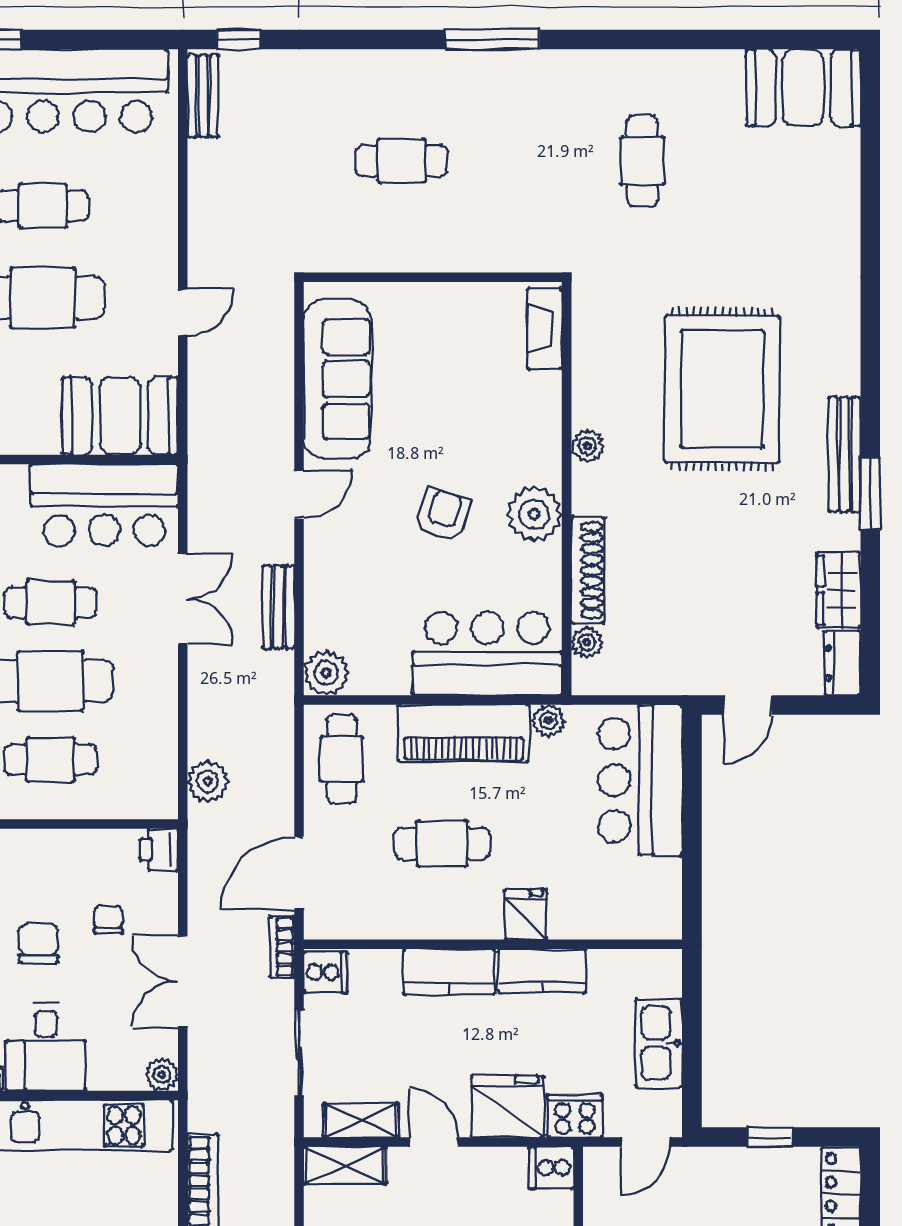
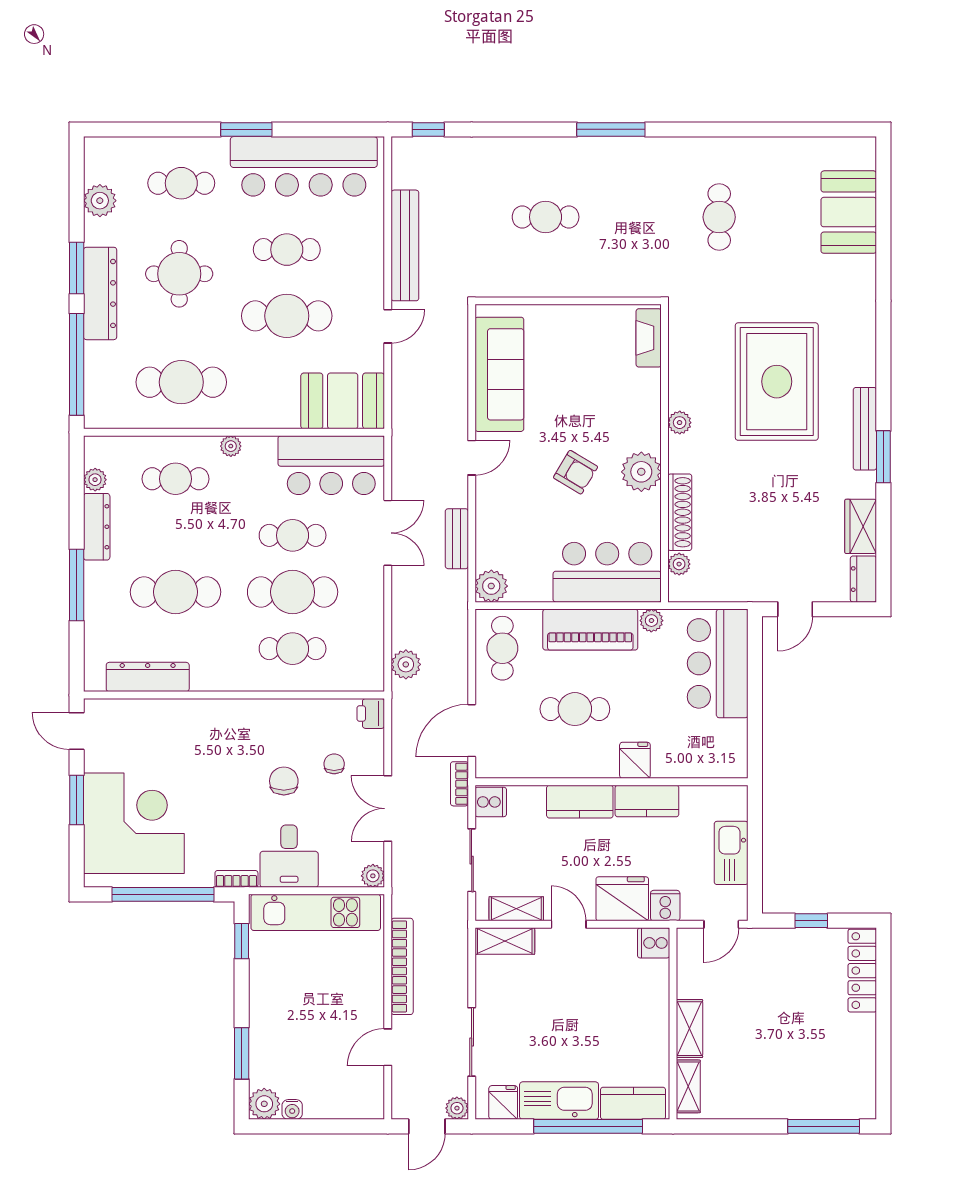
booth: (803, 88) -> (849, 212), moved, turned 90
bench: (203, 96) -> (405, 245), moved, width x1.86, depth x1.21
armchair: (443, 515) -> (576, 472), turned 104
cooker: (575, 1116) -> (665, 906), width x0.73

